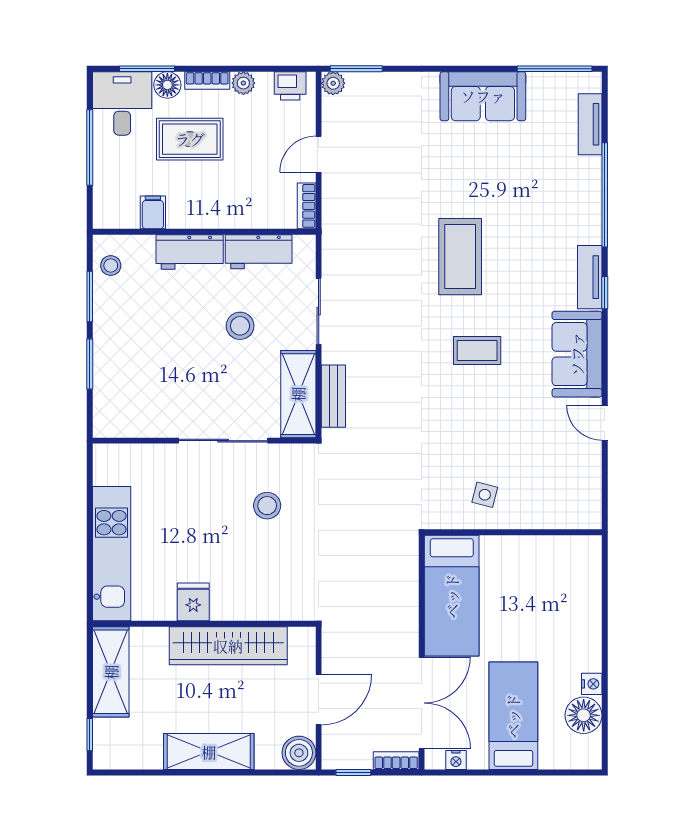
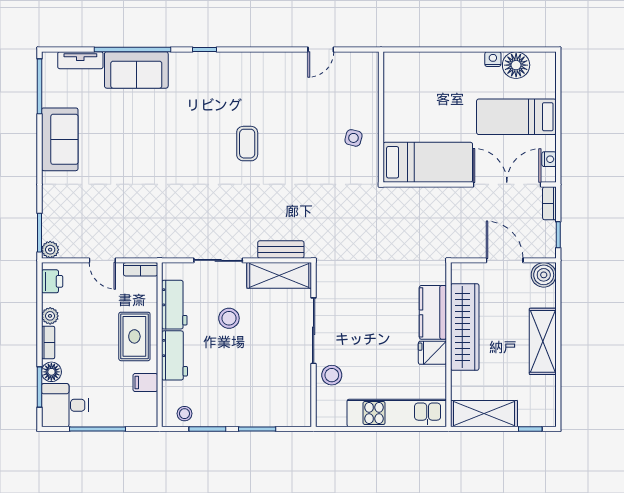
rug: (190, 139) -> (134, 336), moved
coffee table: (460, 257) -> (178, 156), removed
tv unit: (590, 277) -> (193, 61), removed
sofa: (577, 354) -> (136, 70), moved
door: (605, 423) -> (321, 49), moved
stool: (267, 506) -> (332, 375), moved
kitchen counter: (248, 603) -> (433, 312), added

